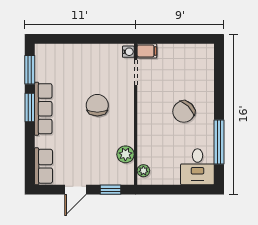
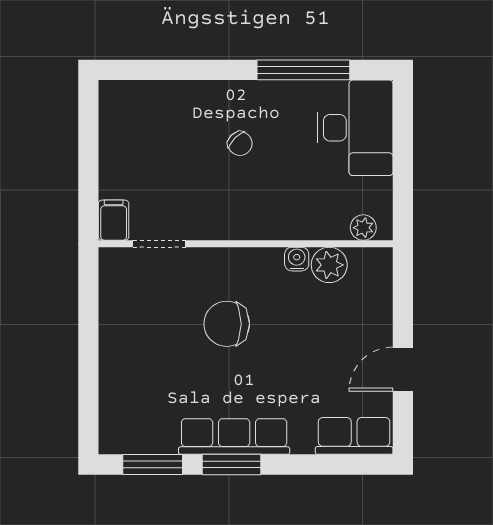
water cooler: (128, 52) -> (297, 259), moved
chair: (184, 112) -> (240, 143), width x0.54, depth x0.54
desk: (197, 167) -> (355, 128), width x1.37
door: (76, 190) -> (403, 369), swing flipped
window: (110, 190) -> (403, 296), removed

